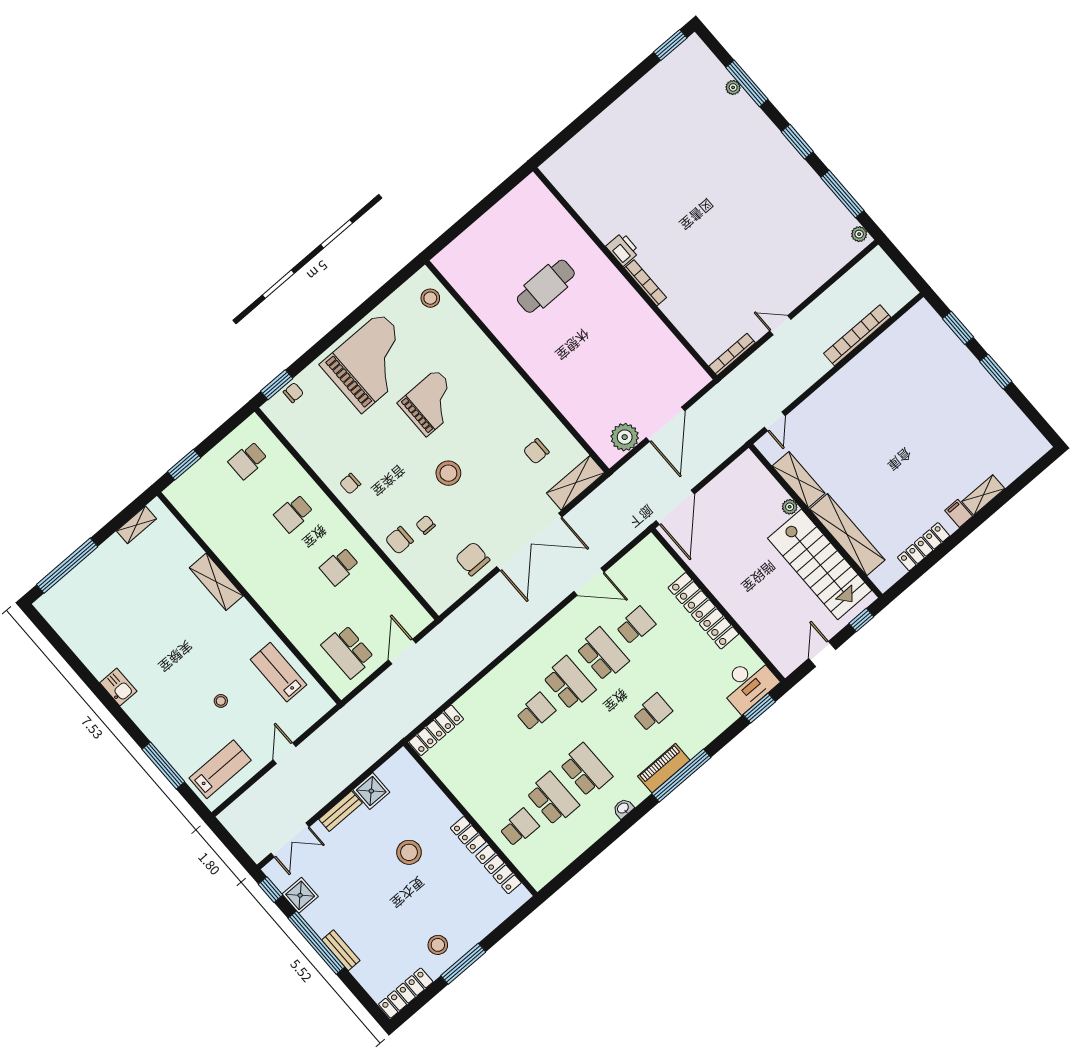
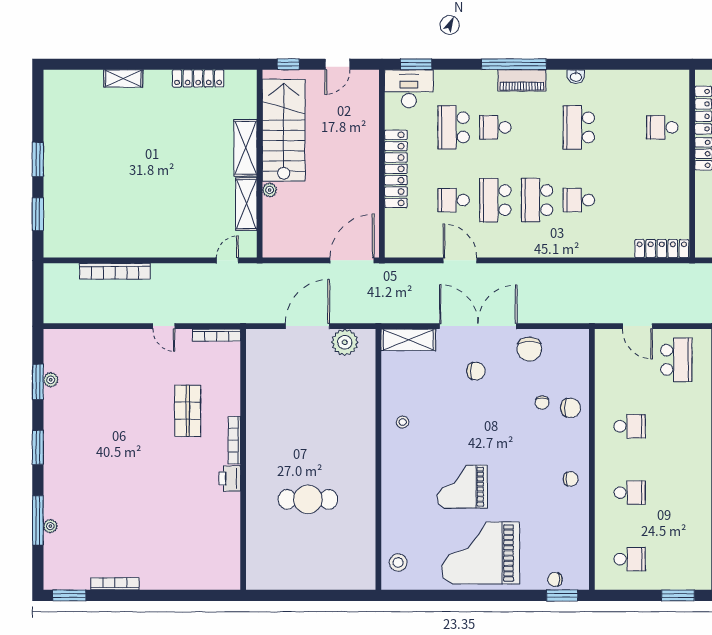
bookcase: (642, 86) -> (115, 584), added
window: (842, 194) -> (38, 382), width x0.69
plant: (859, 234) -> (51, 380), moved
shop shelf: (703, 274) -> (188, 411), added
chair: (536, 451) -> (476, 371), moved
stool: (448, 473) -> (403, 422), moved, width x0.53, depth x0.53
filing cabinet: (959, 513) -> (152, 81), removed
shelving: (847, 535) -> (245, 148), width x0.68
door: (402, 652) -> (637, 326), hinge flipped
school desk: (553, 799) -> (454, 127), moved

